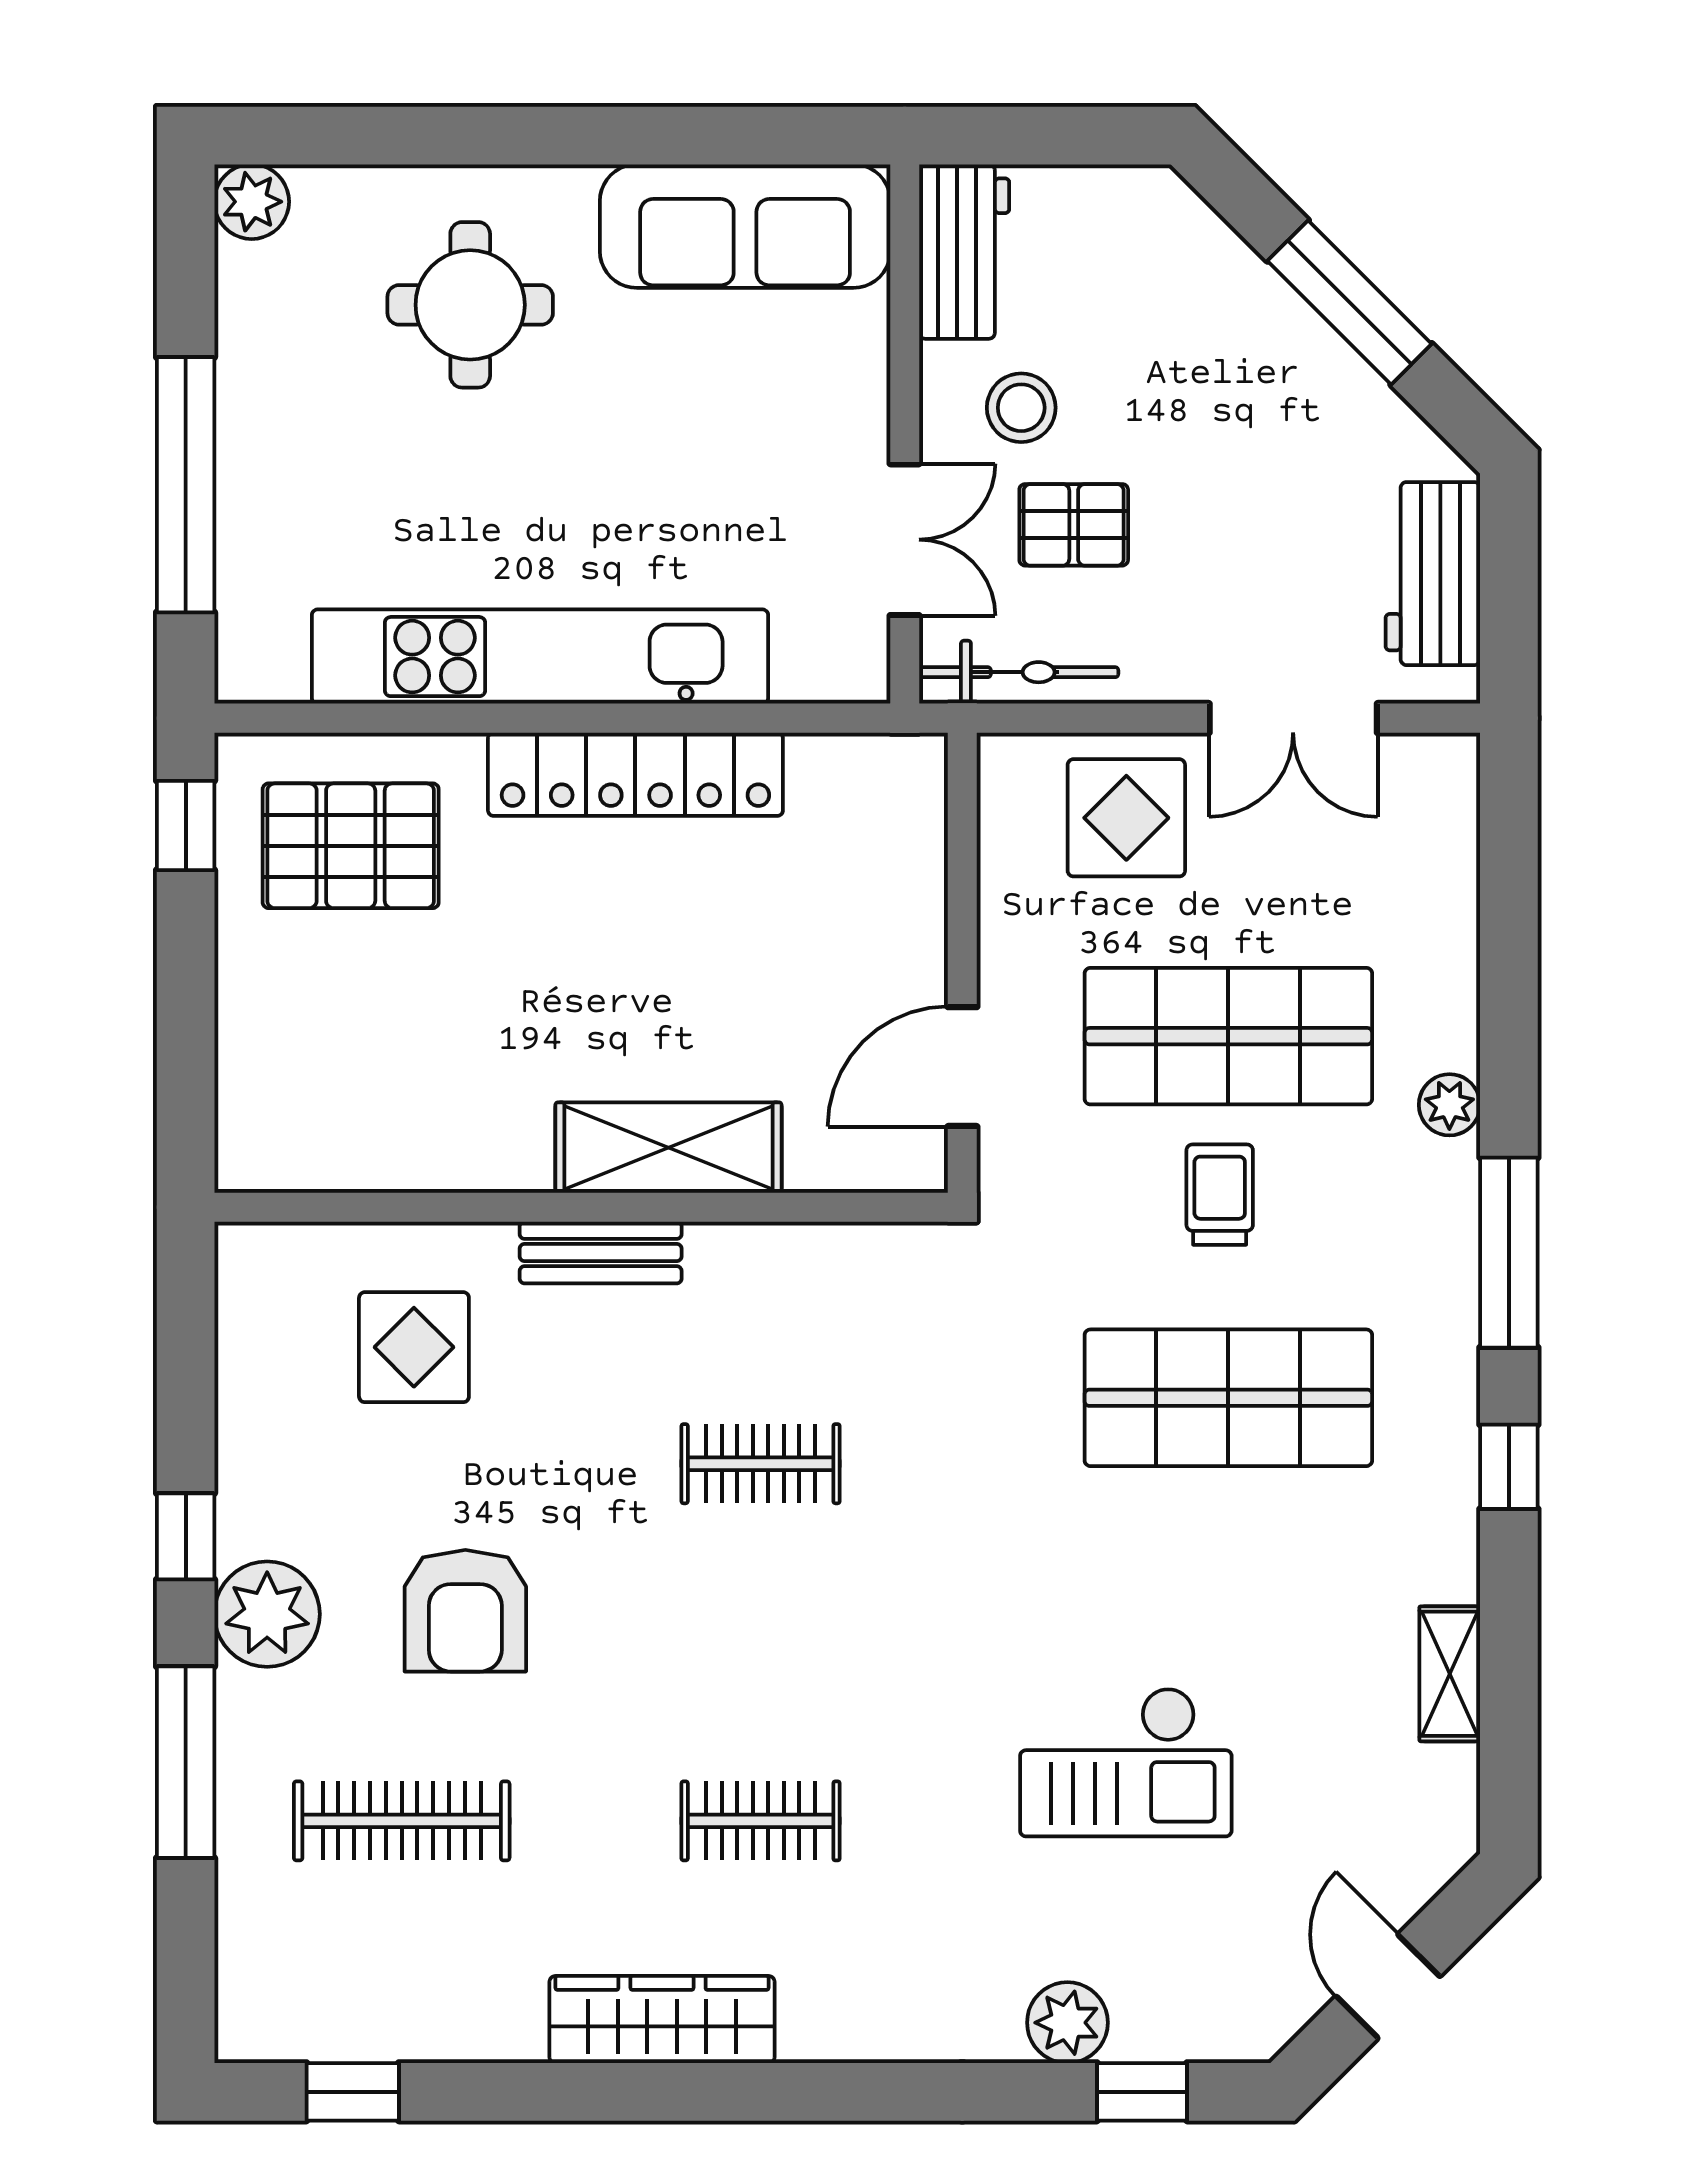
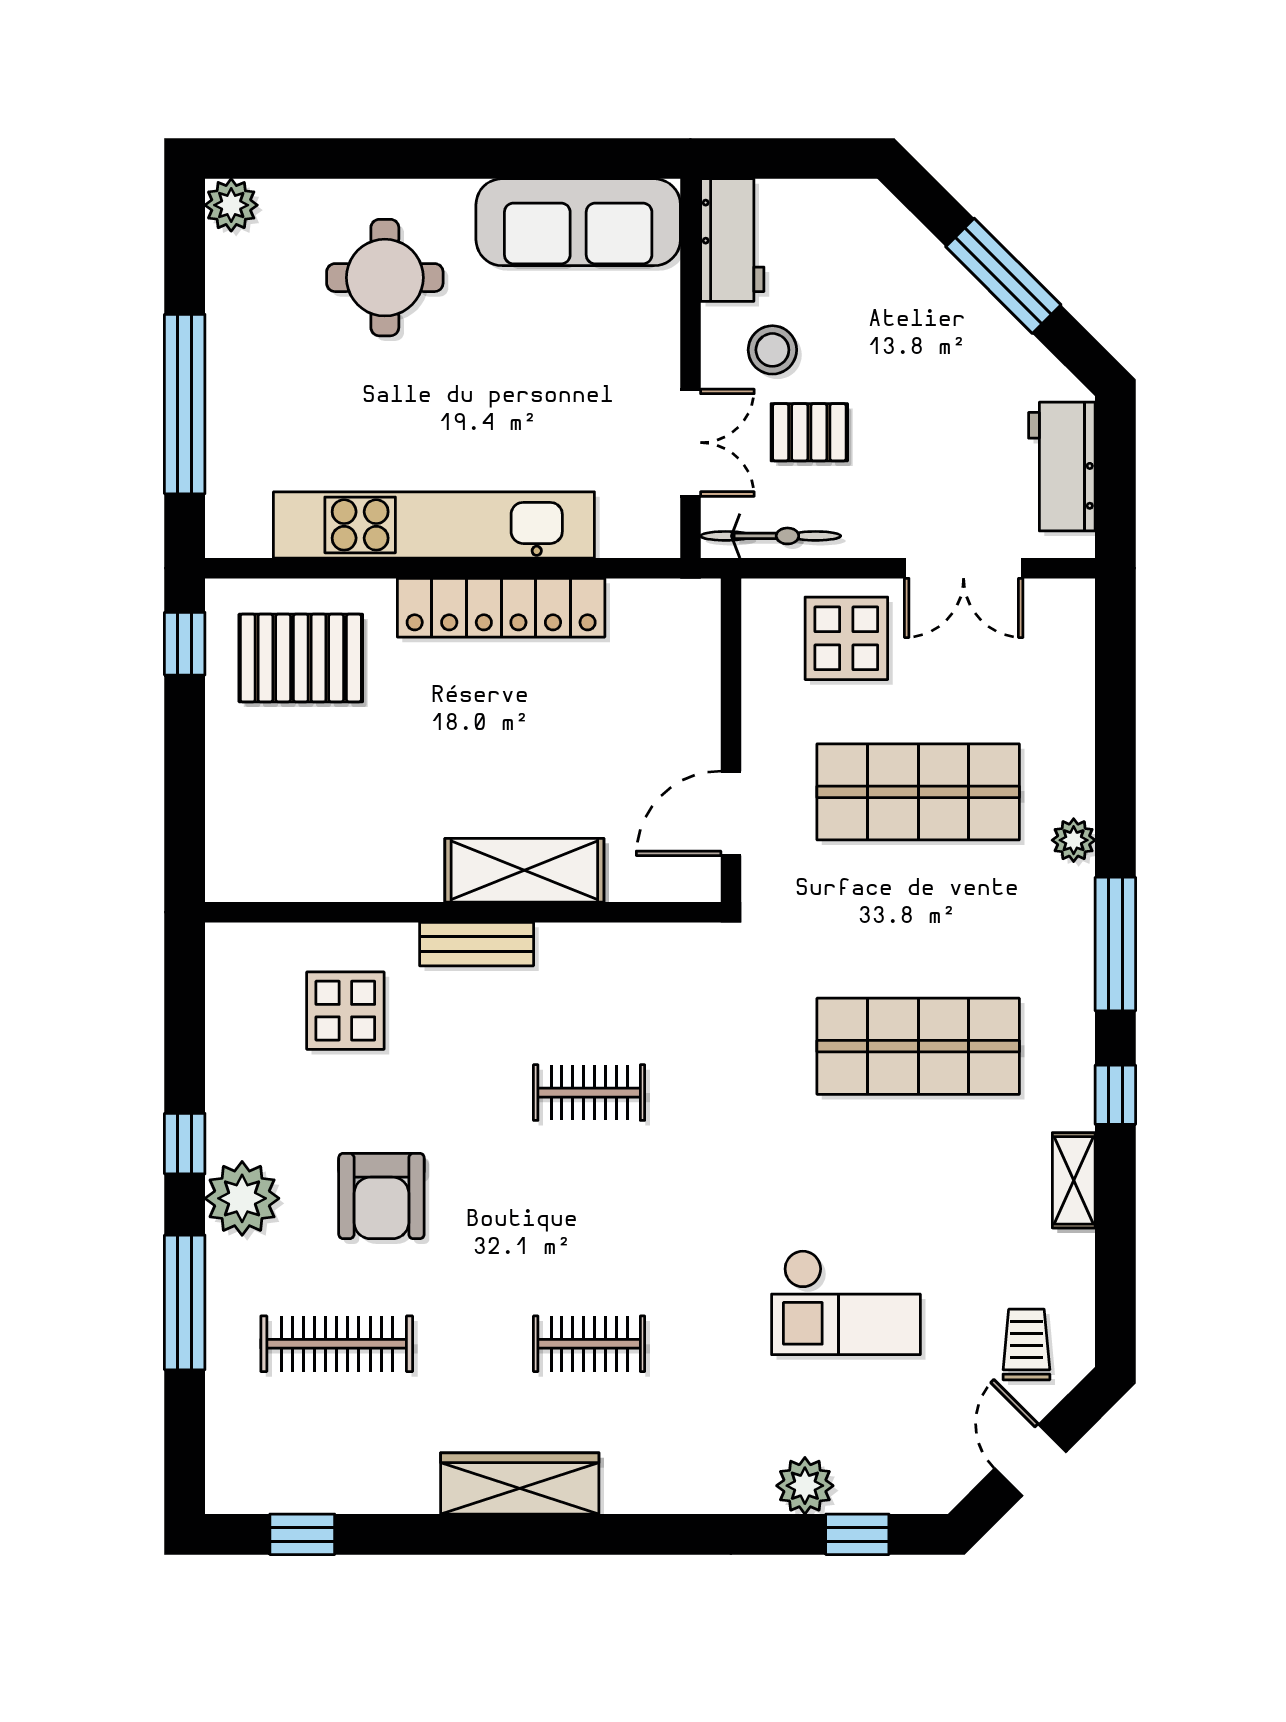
trolley: (1220, 1195) -> (1026, 1344), moved
shelving: (1450, 1674) -> (1074, 1180), moved

